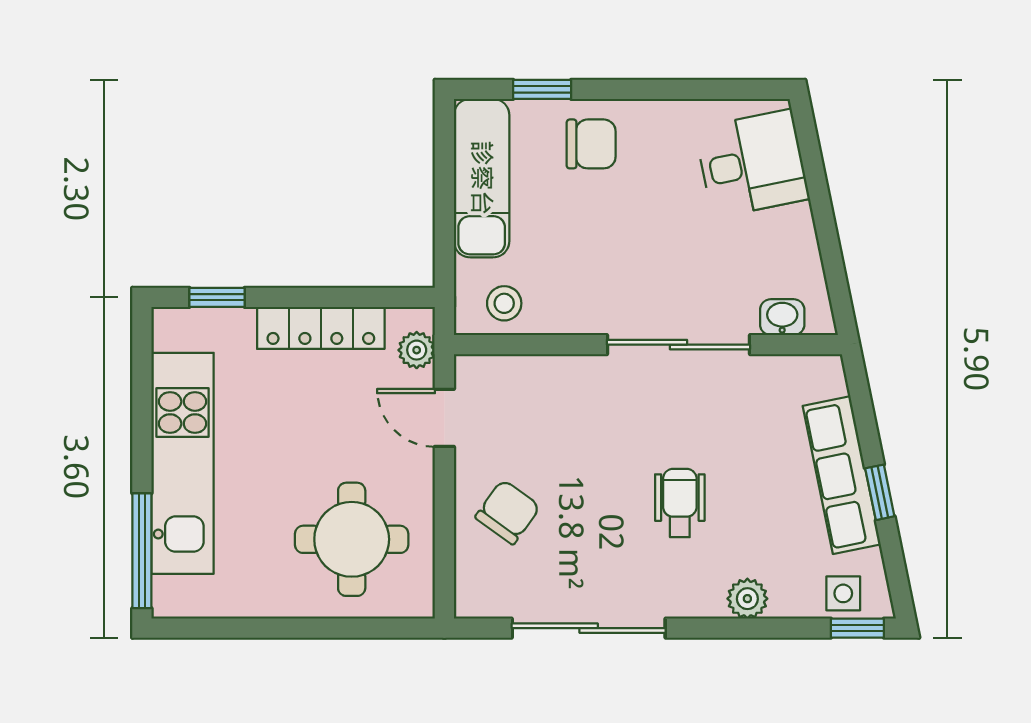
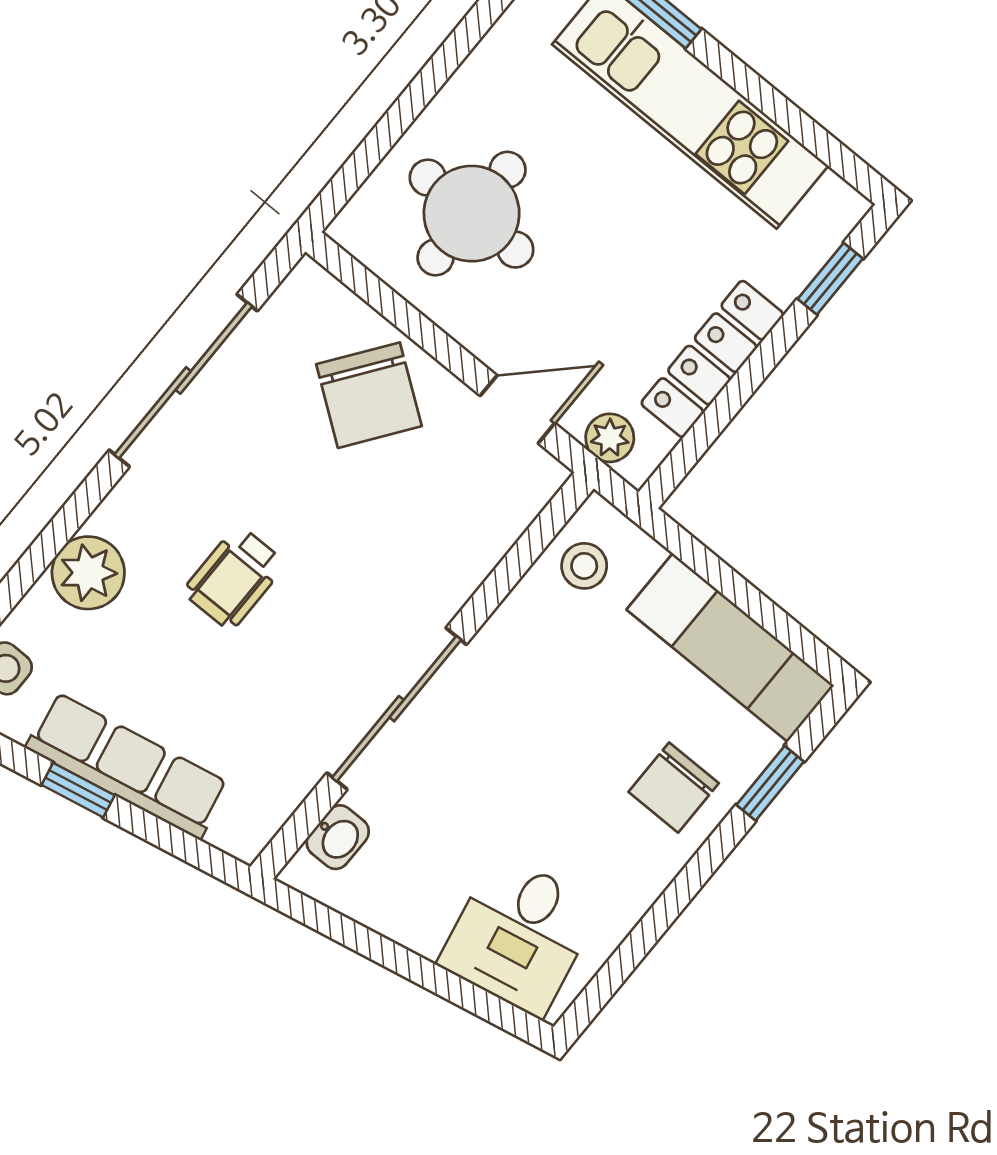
wheelchair: (680, 503) -> (234, 578), turned 90
chair: (508, 512) -> (369, 395), width x1.37, depth x1.37
plant: (747, 599) -> (88, 573), width x1.38, depth x1.38

